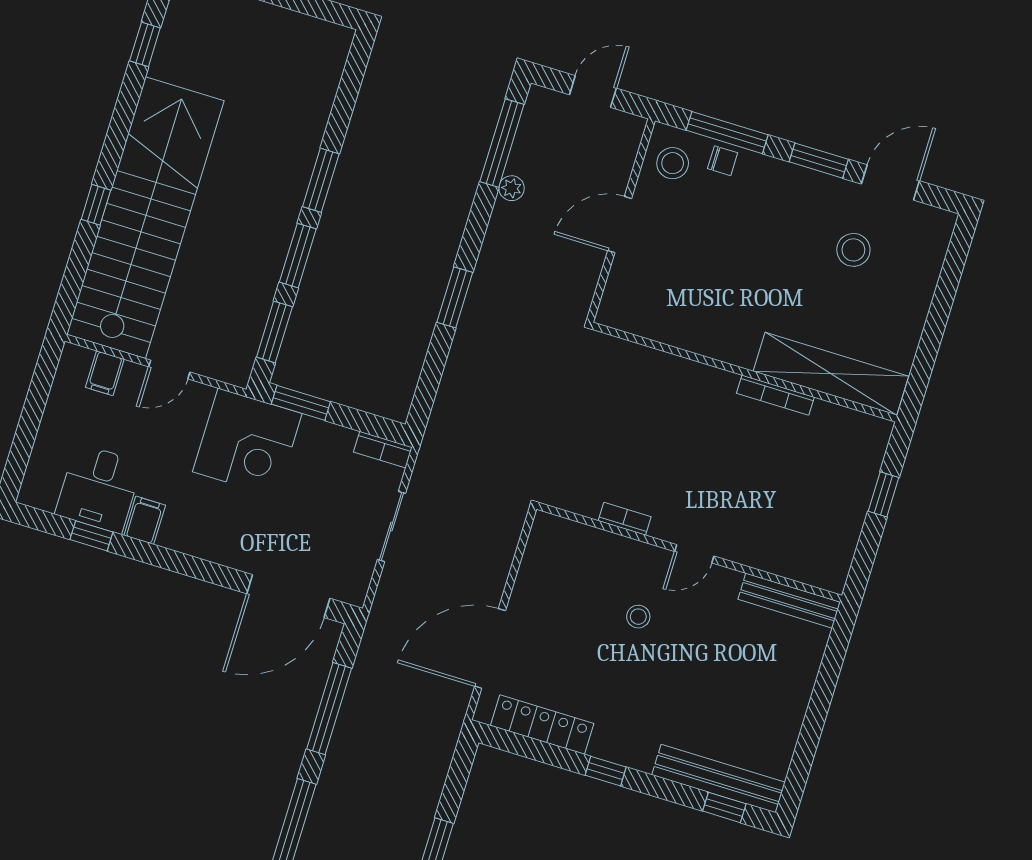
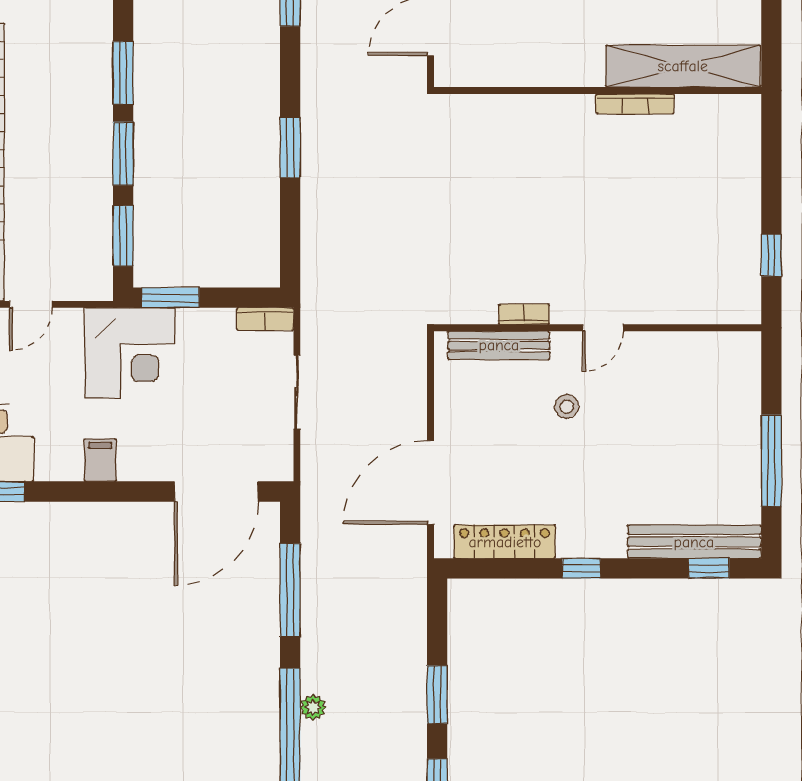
plant: (511, 188) -> (313, 707), moved
wall: (744, 372) -> (598, 91), moved
shelving: (831, 374) -> (683, 66), moved
bookcase: (775, 395) -> (635, 104), moved
window: (884, 494) -> (771, 255), moved
filing cabinet: (145, 520) -> (100, 460), moved
bench: (789, 601) -> (499, 345), moved
window: (813, 725) -> (771, 461), added

